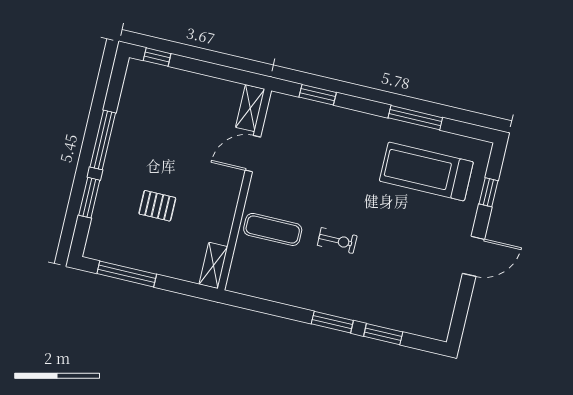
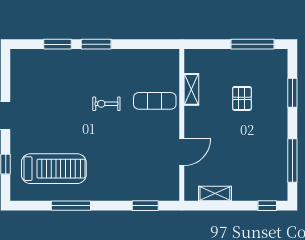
shelving: (250, 108) -> (215, 193), moved, turned 90
window: (103, 140) -> (292, 161), moved
pallet: (157, 206) -> (242, 98), turned 90
shelving: (213, 265) -> (191, 89), moved

